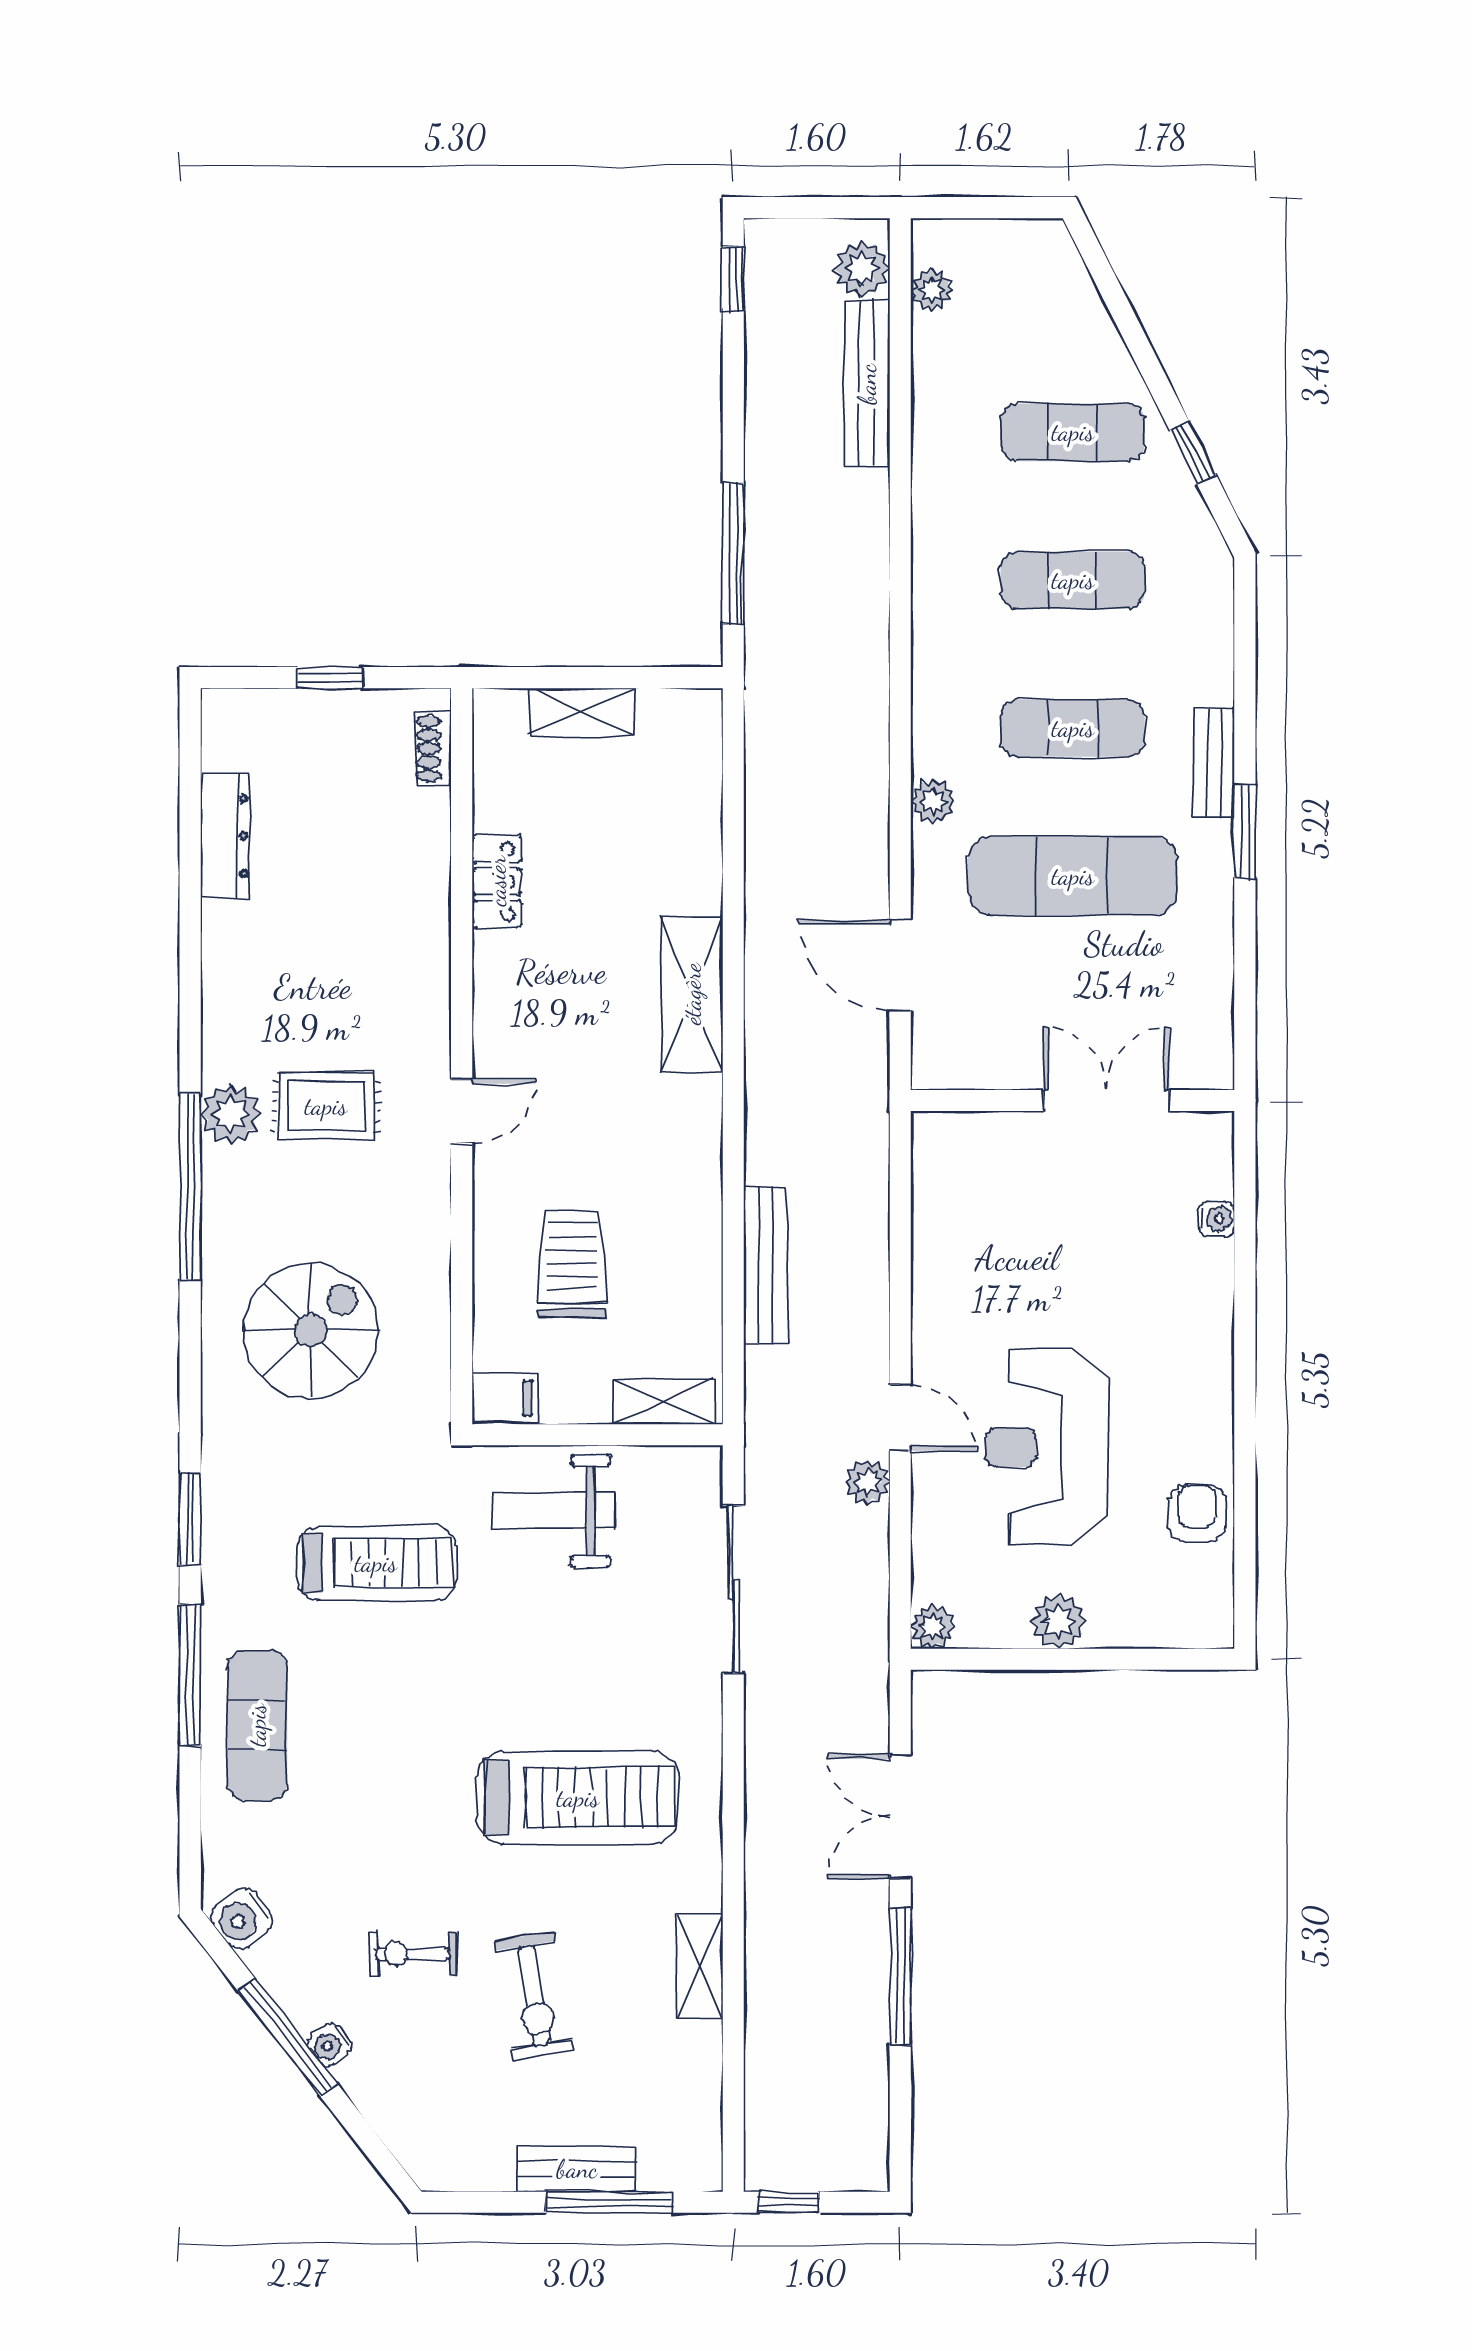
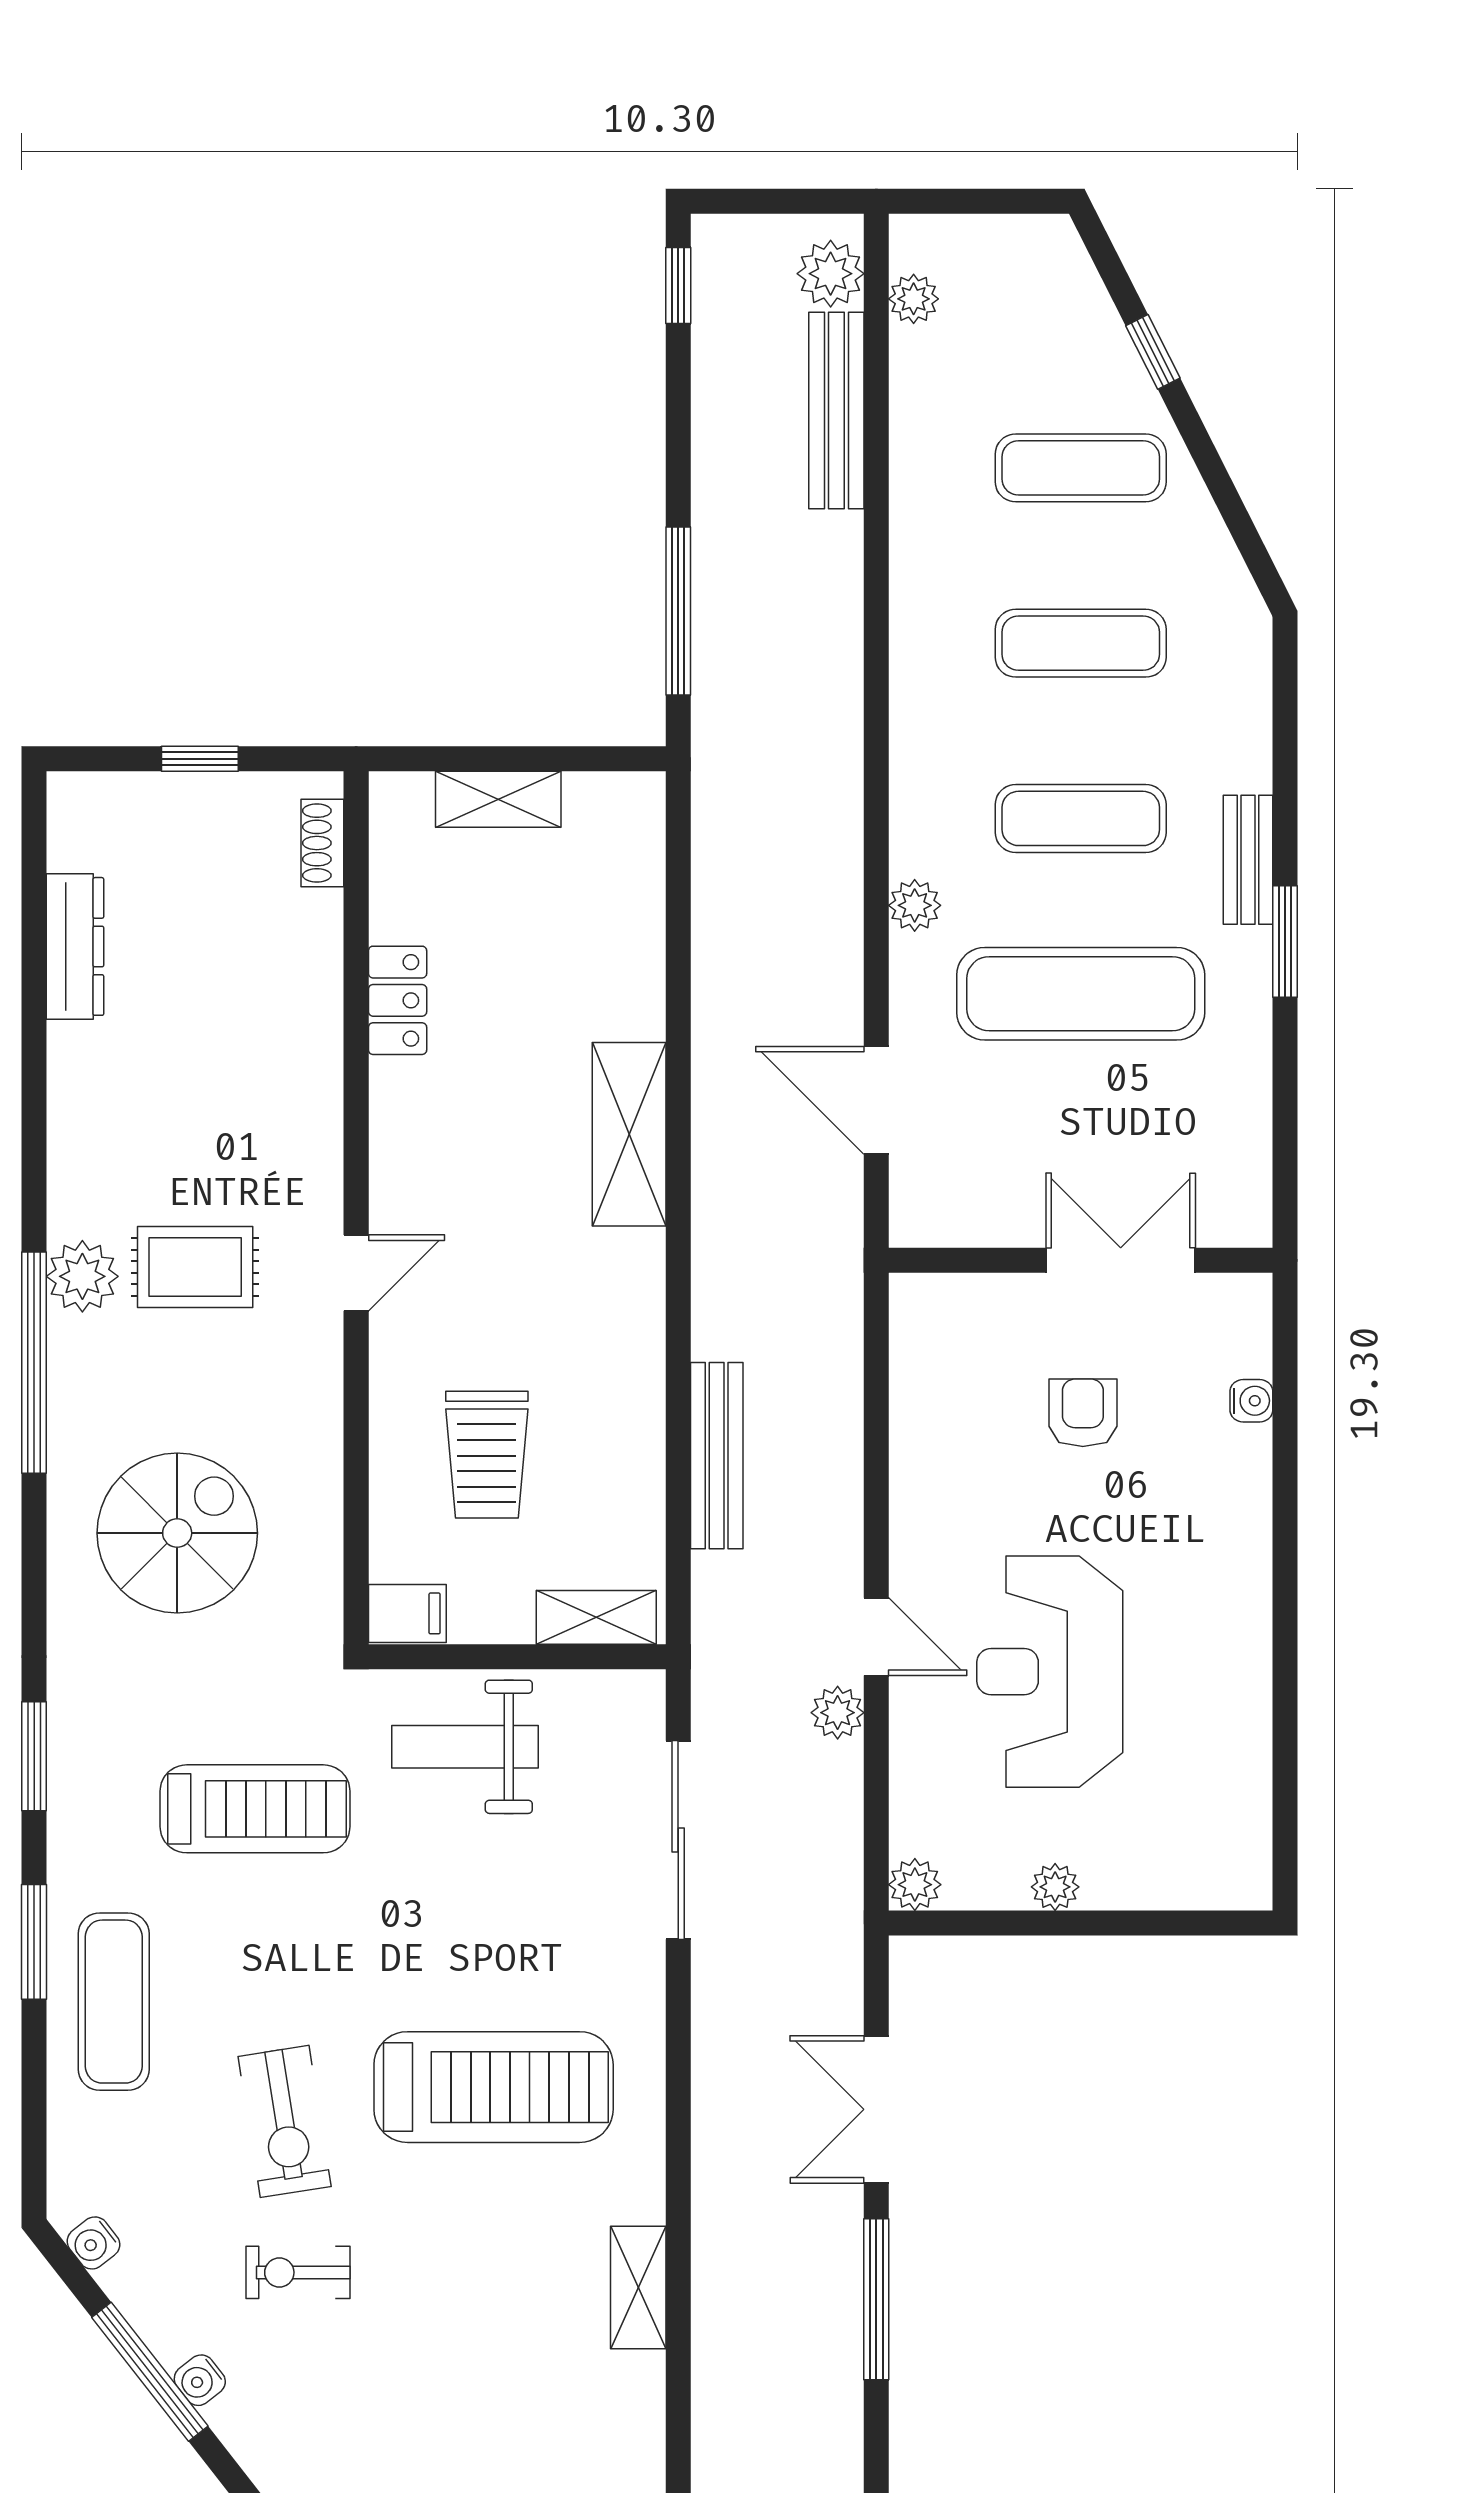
window: (1193, 452) -> (1153, 352), moved
trolley: (572, 1264) -> (487, 1455), turned 180
armchair: (1197, 1513) -> (1083, 1413), moved
plant: (1058, 1621) -> (1055, 1887), width x0.73, depth x0.73
window: (190, 1675) -> (34, 1942), width x0.69
water cooler: (241, 1919) -> (93, 2243), width x0.72, depth x0.72
exercise bike: (534, 1996) -> (285, 2121), moved

